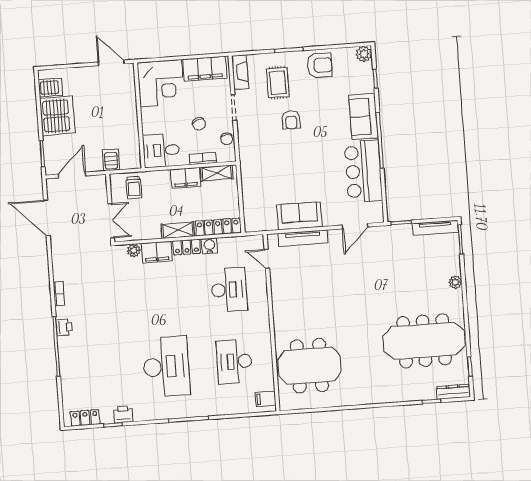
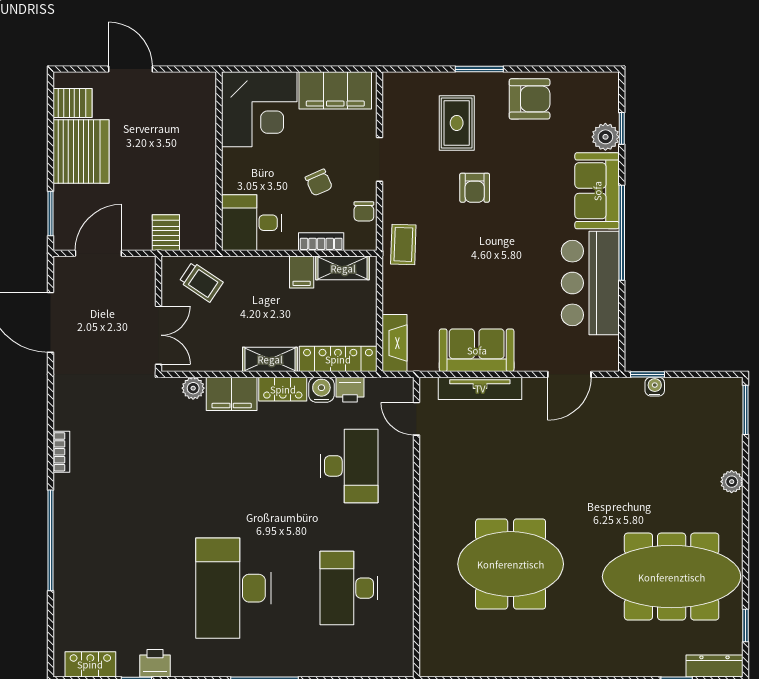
plant: (364, 54) -> (605, 137), moved
door: (111, 63) -> (130, 69), moved
fireplace: (240, 72) -> (394, 343), moved
coffee table: (251, 157) -> (403, 244), added
filing cabinet: (186, 178) -> (302, 272), width x0.50
trolley: (134, 188) -> (201, 282), turned -56
tv unit: (435, 228) -> (705, 387), removed
water cooler: (406, 230) -> (655, 387), added
printer: (64, 327) -> (350, 390), moved, turned 90
meeting table: (309, 366) -> (511, 564), moved
desk: (166, 367) -> (233, 588), turned 180
filing cabinet: (266, 399) -> (397, 655), removed

